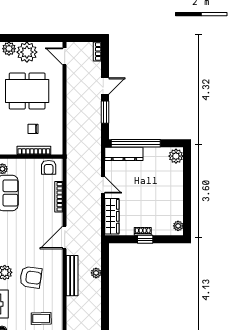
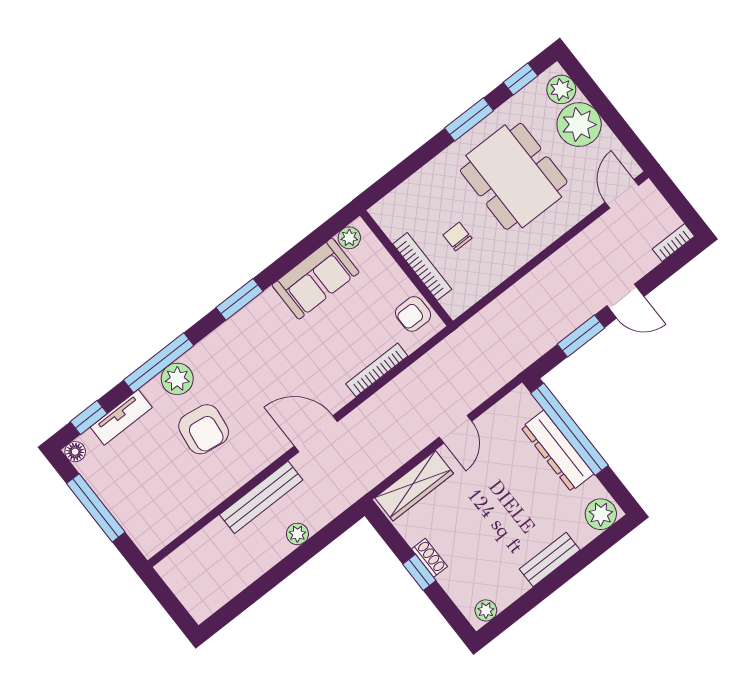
dresser: (124, 154) -> (557, 451), moved
bench: (178, 188) -> (550, 560), added
coffee table: (41, 318) -> (148, 502), removed

